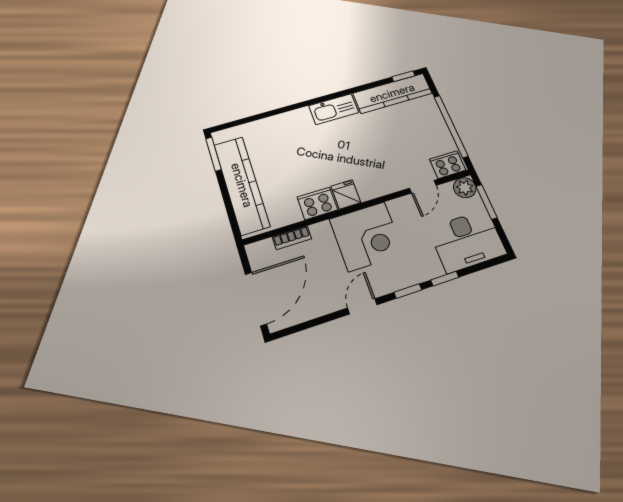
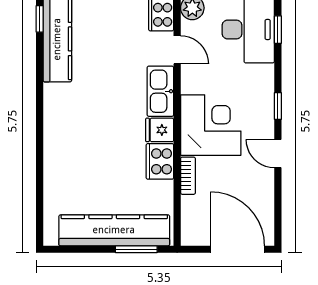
kitchen sink: (334, 109) -> (160, 91), moved, turned 180
window: (213, 154) -> (136, 249), moved
bookcase: (292, 238) -> (188, 176), moved
window: (445, 279) -> (278, 30), moved

